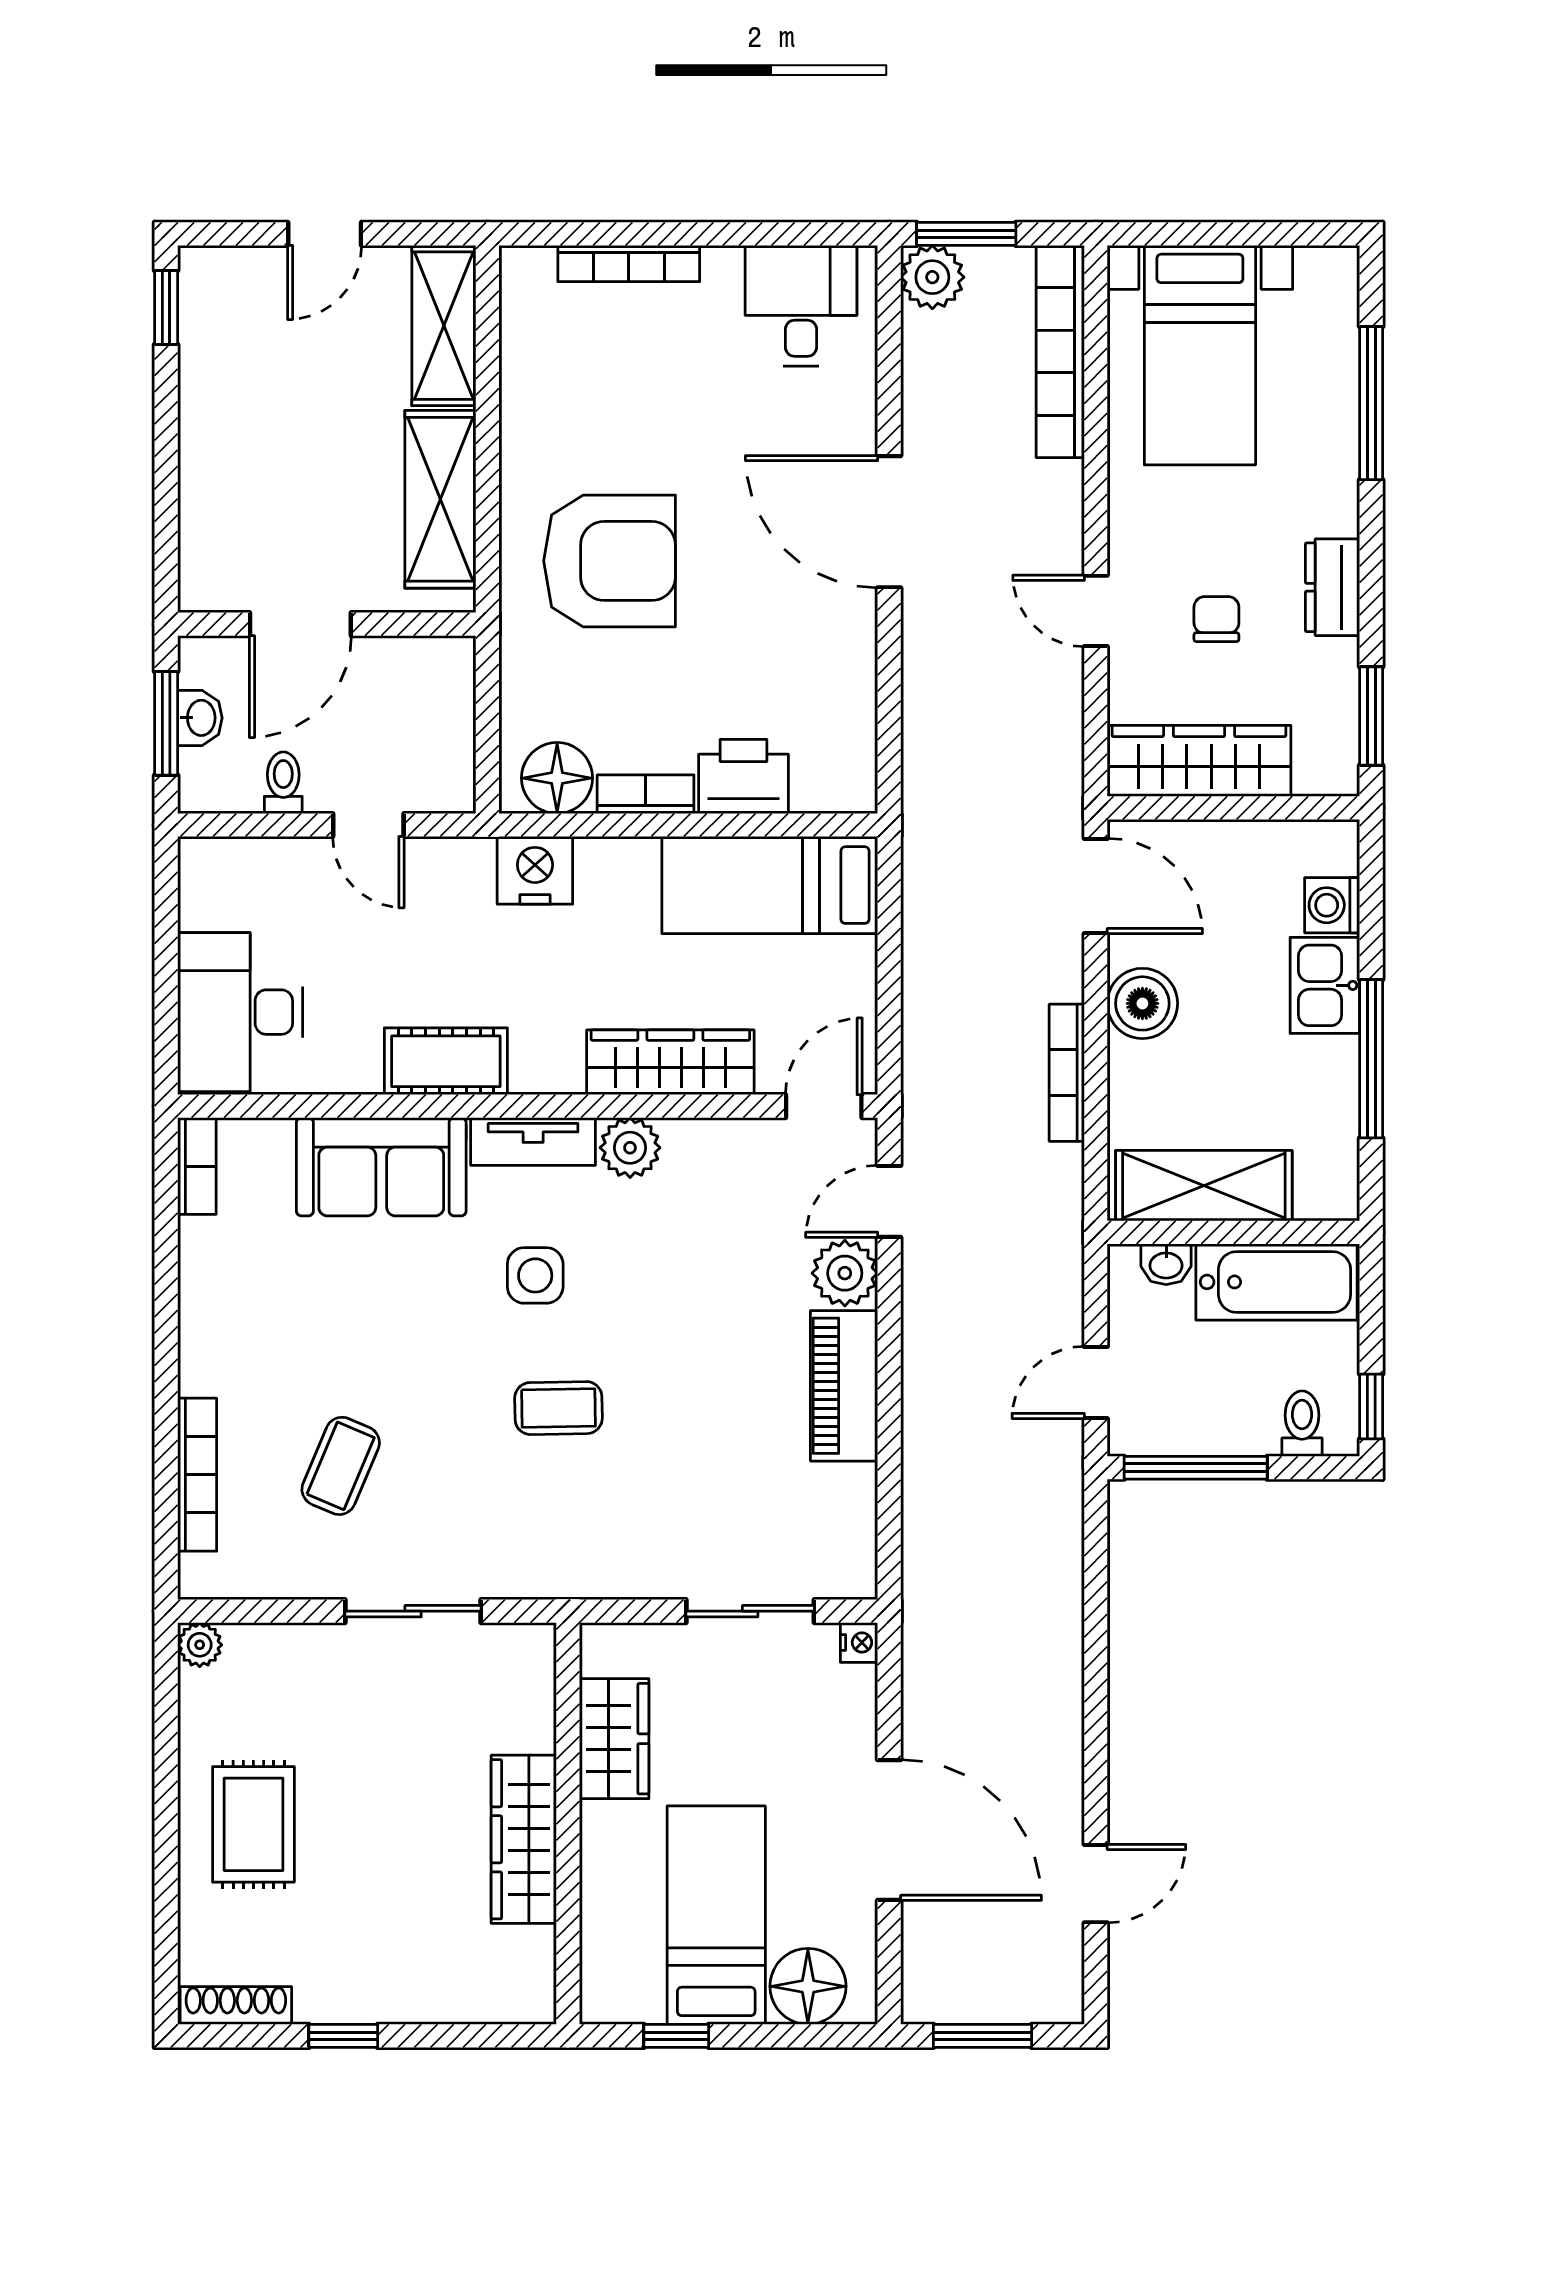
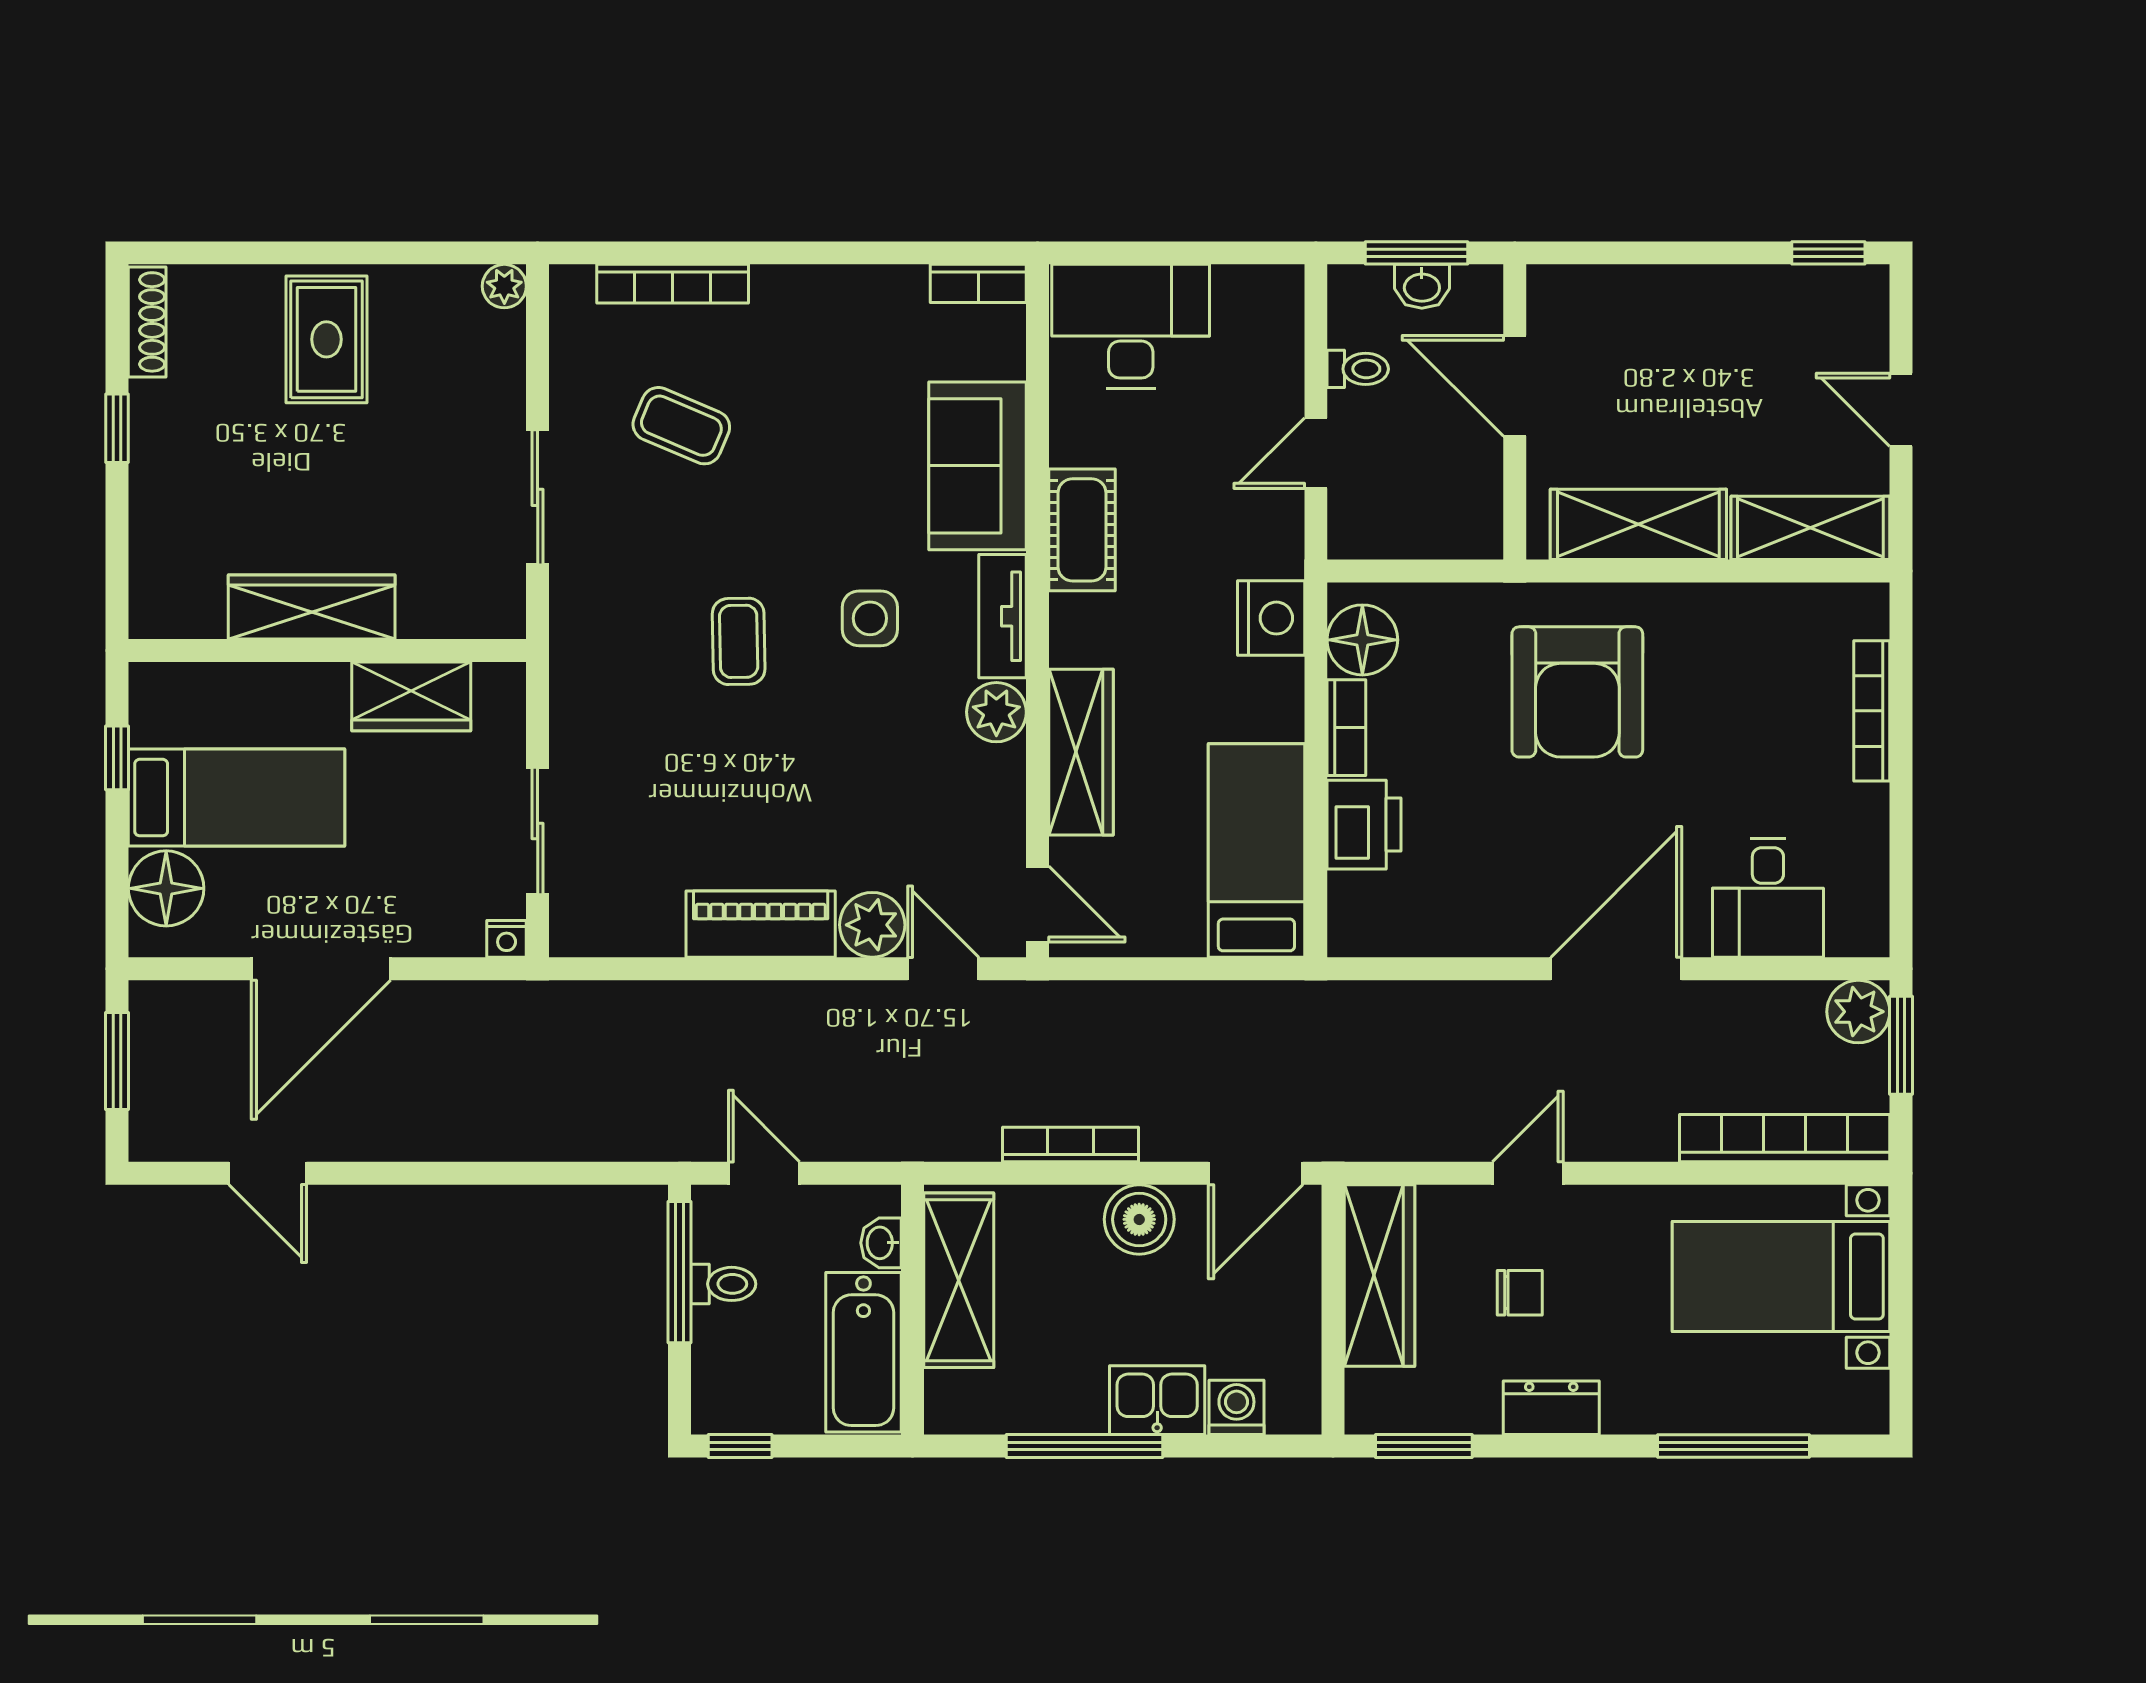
desk: (801, 306) -> (1768, 898), moved, turned 90
toilet: (1302, 1424) -> (723, 1284), moved
rug: (253, 1824) -> (326, 339), turned 90

